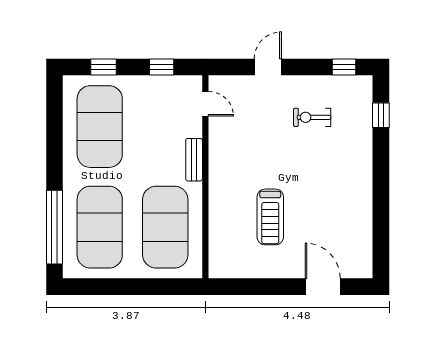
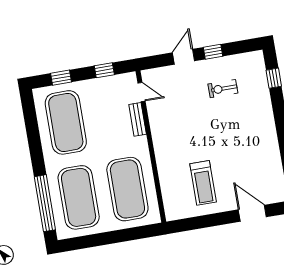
window: (344, 67) -> (213, 52), moved
bench: (194, 160) -> (138, 119), moved
treadmill: (270, 217) -> (203, 183), moved

